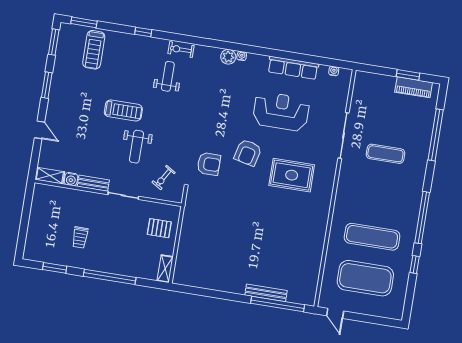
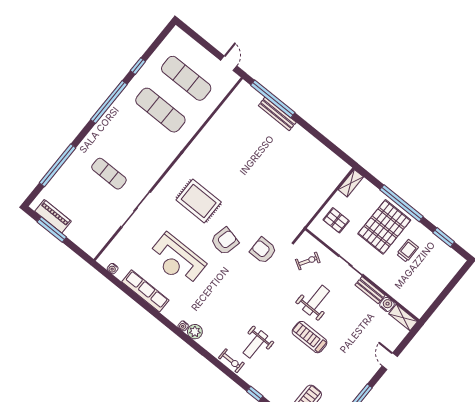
window: (408, 75) -> (52, 229), width x1.44
pallet: (113, 247) -> (384, 227), added
exercise mat: (365, 278) -> (186, 78), width x0.68

